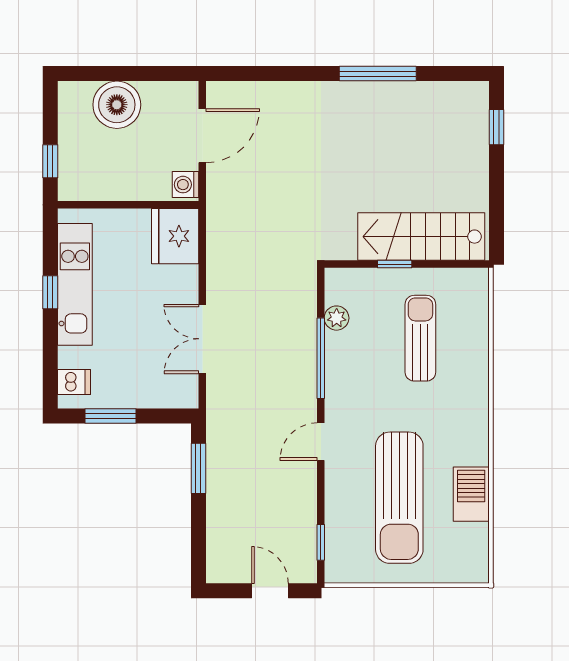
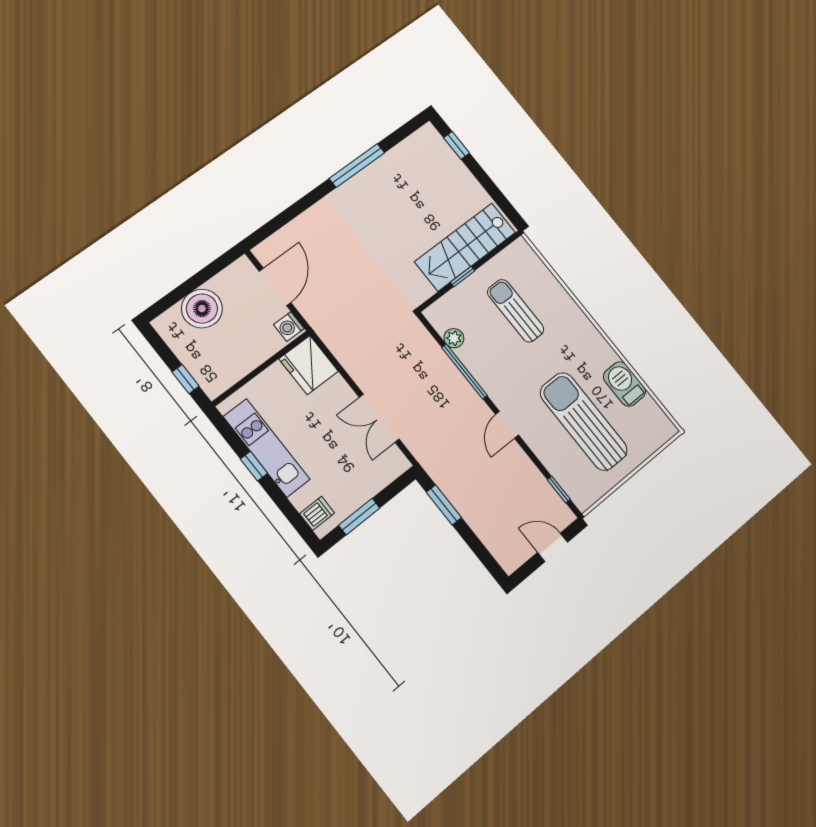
sun lounger: (399, 498) -> (584, 421), turned 180

